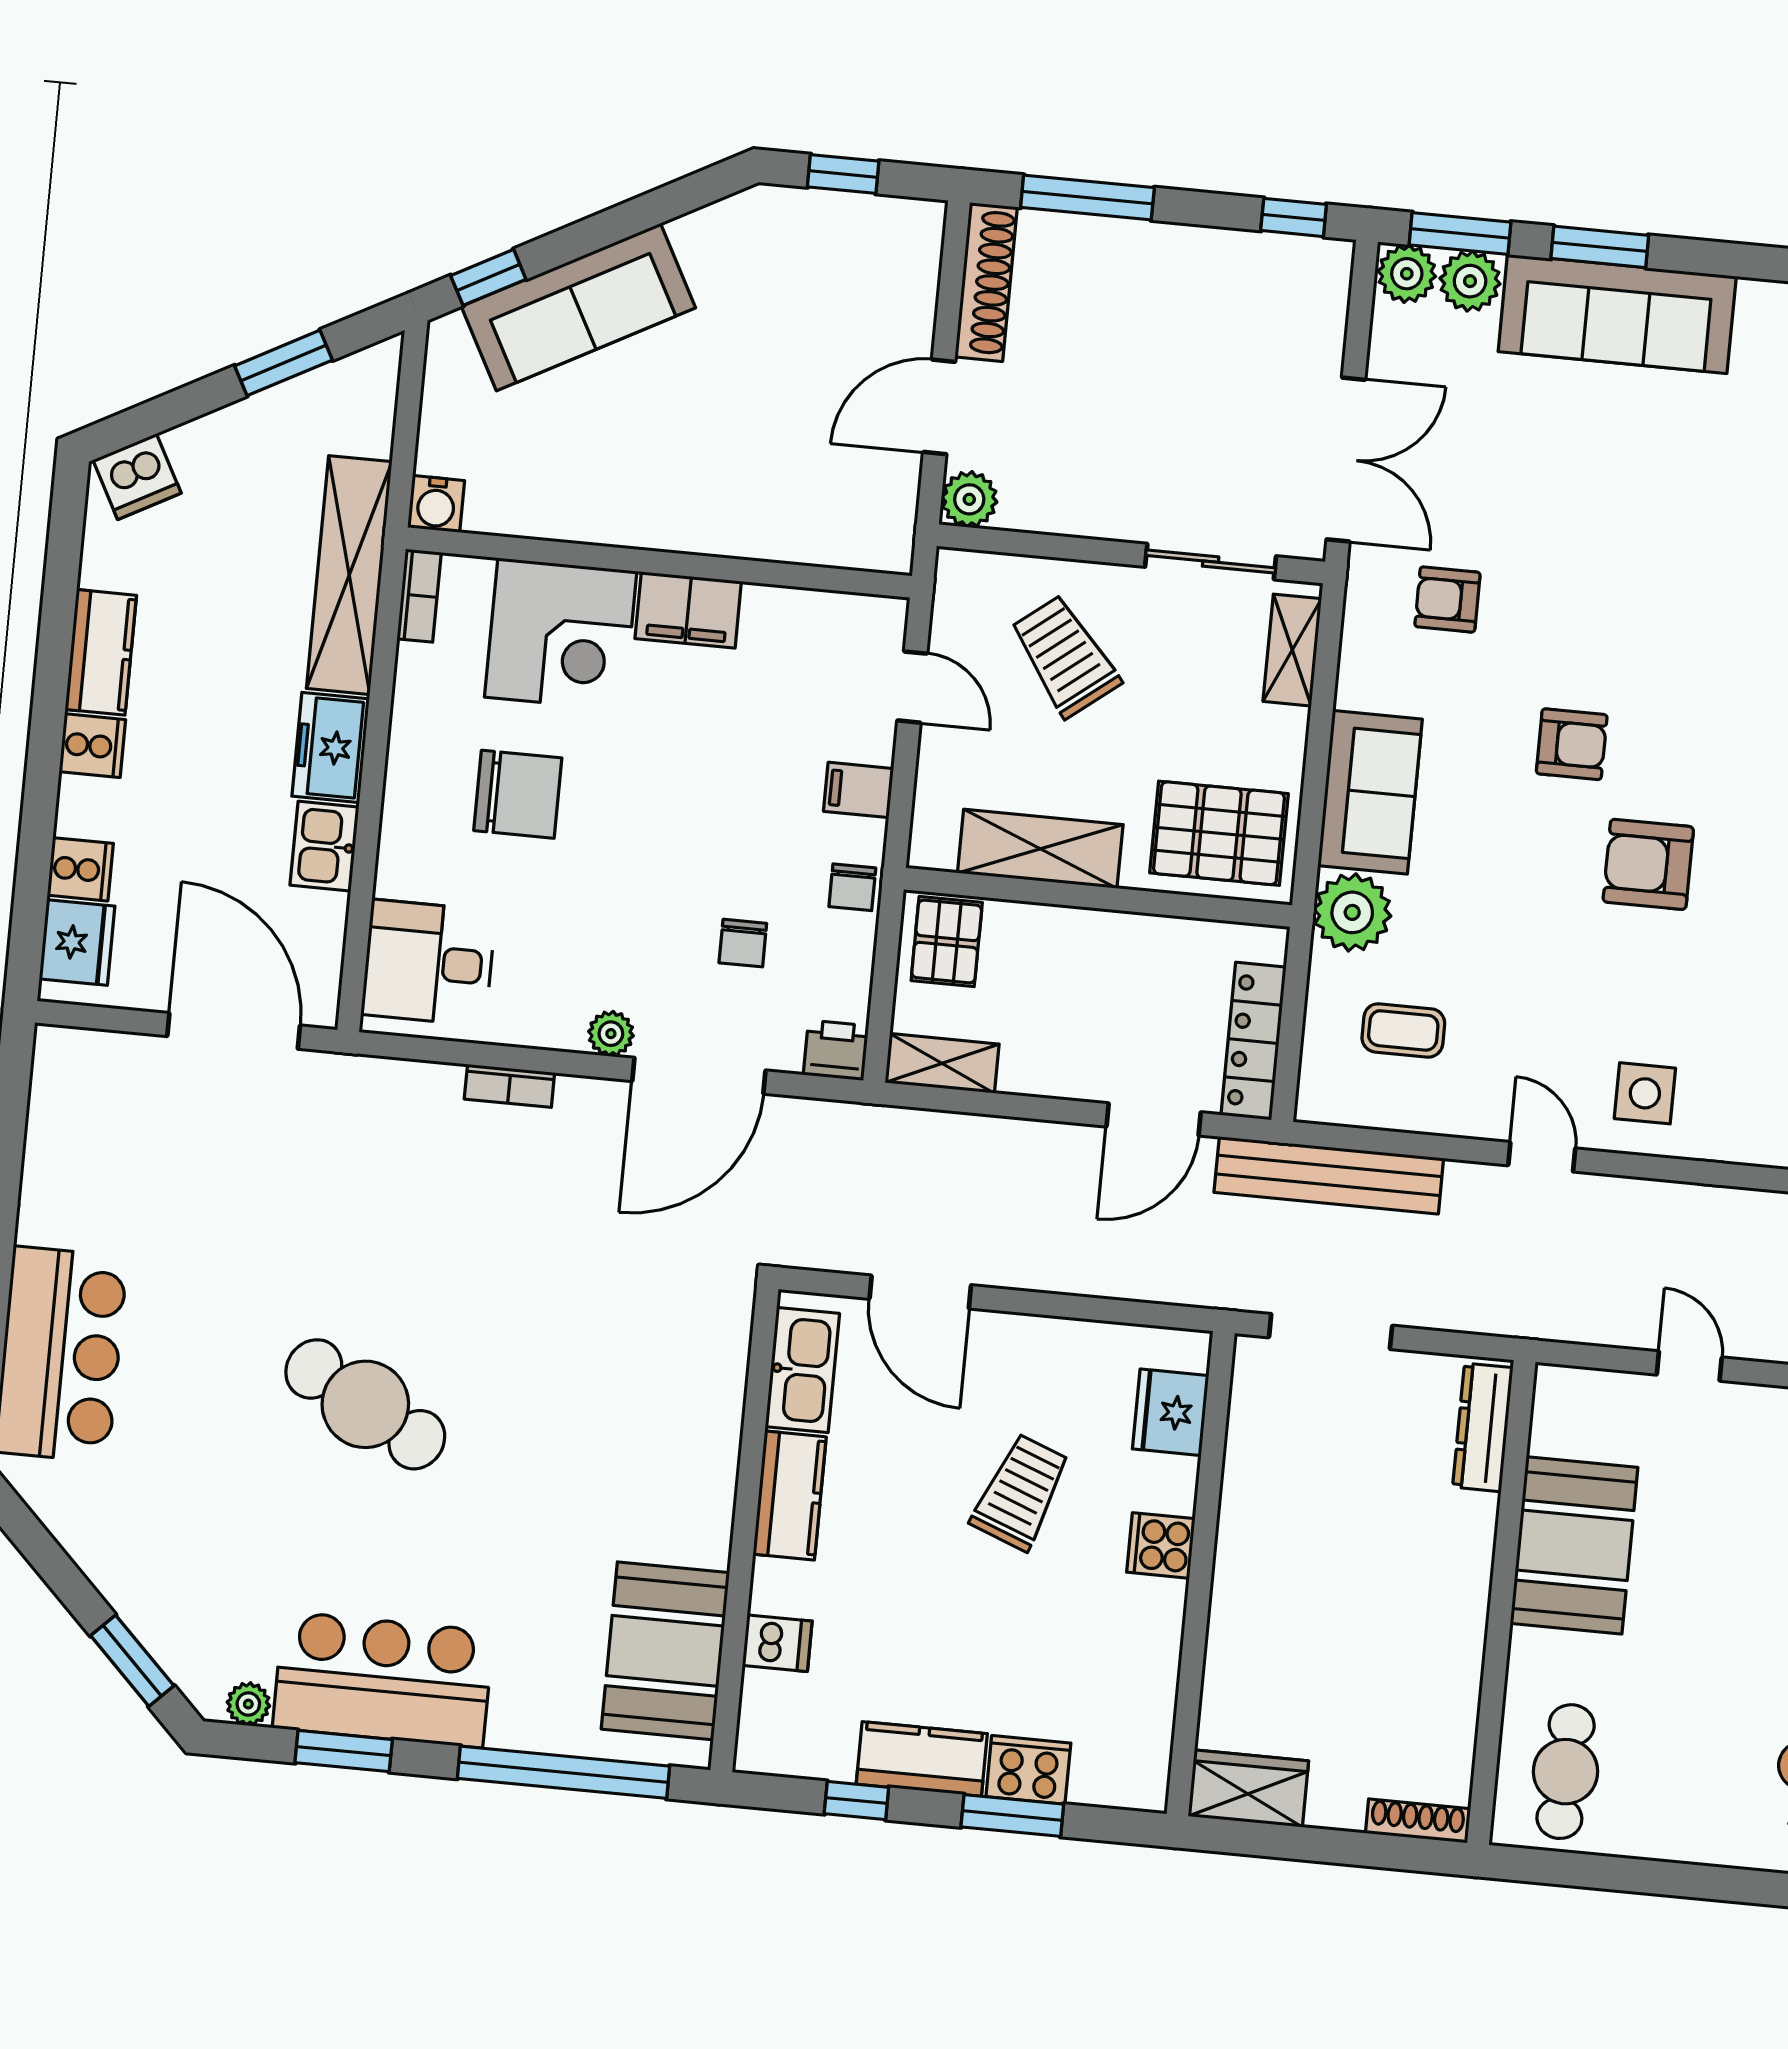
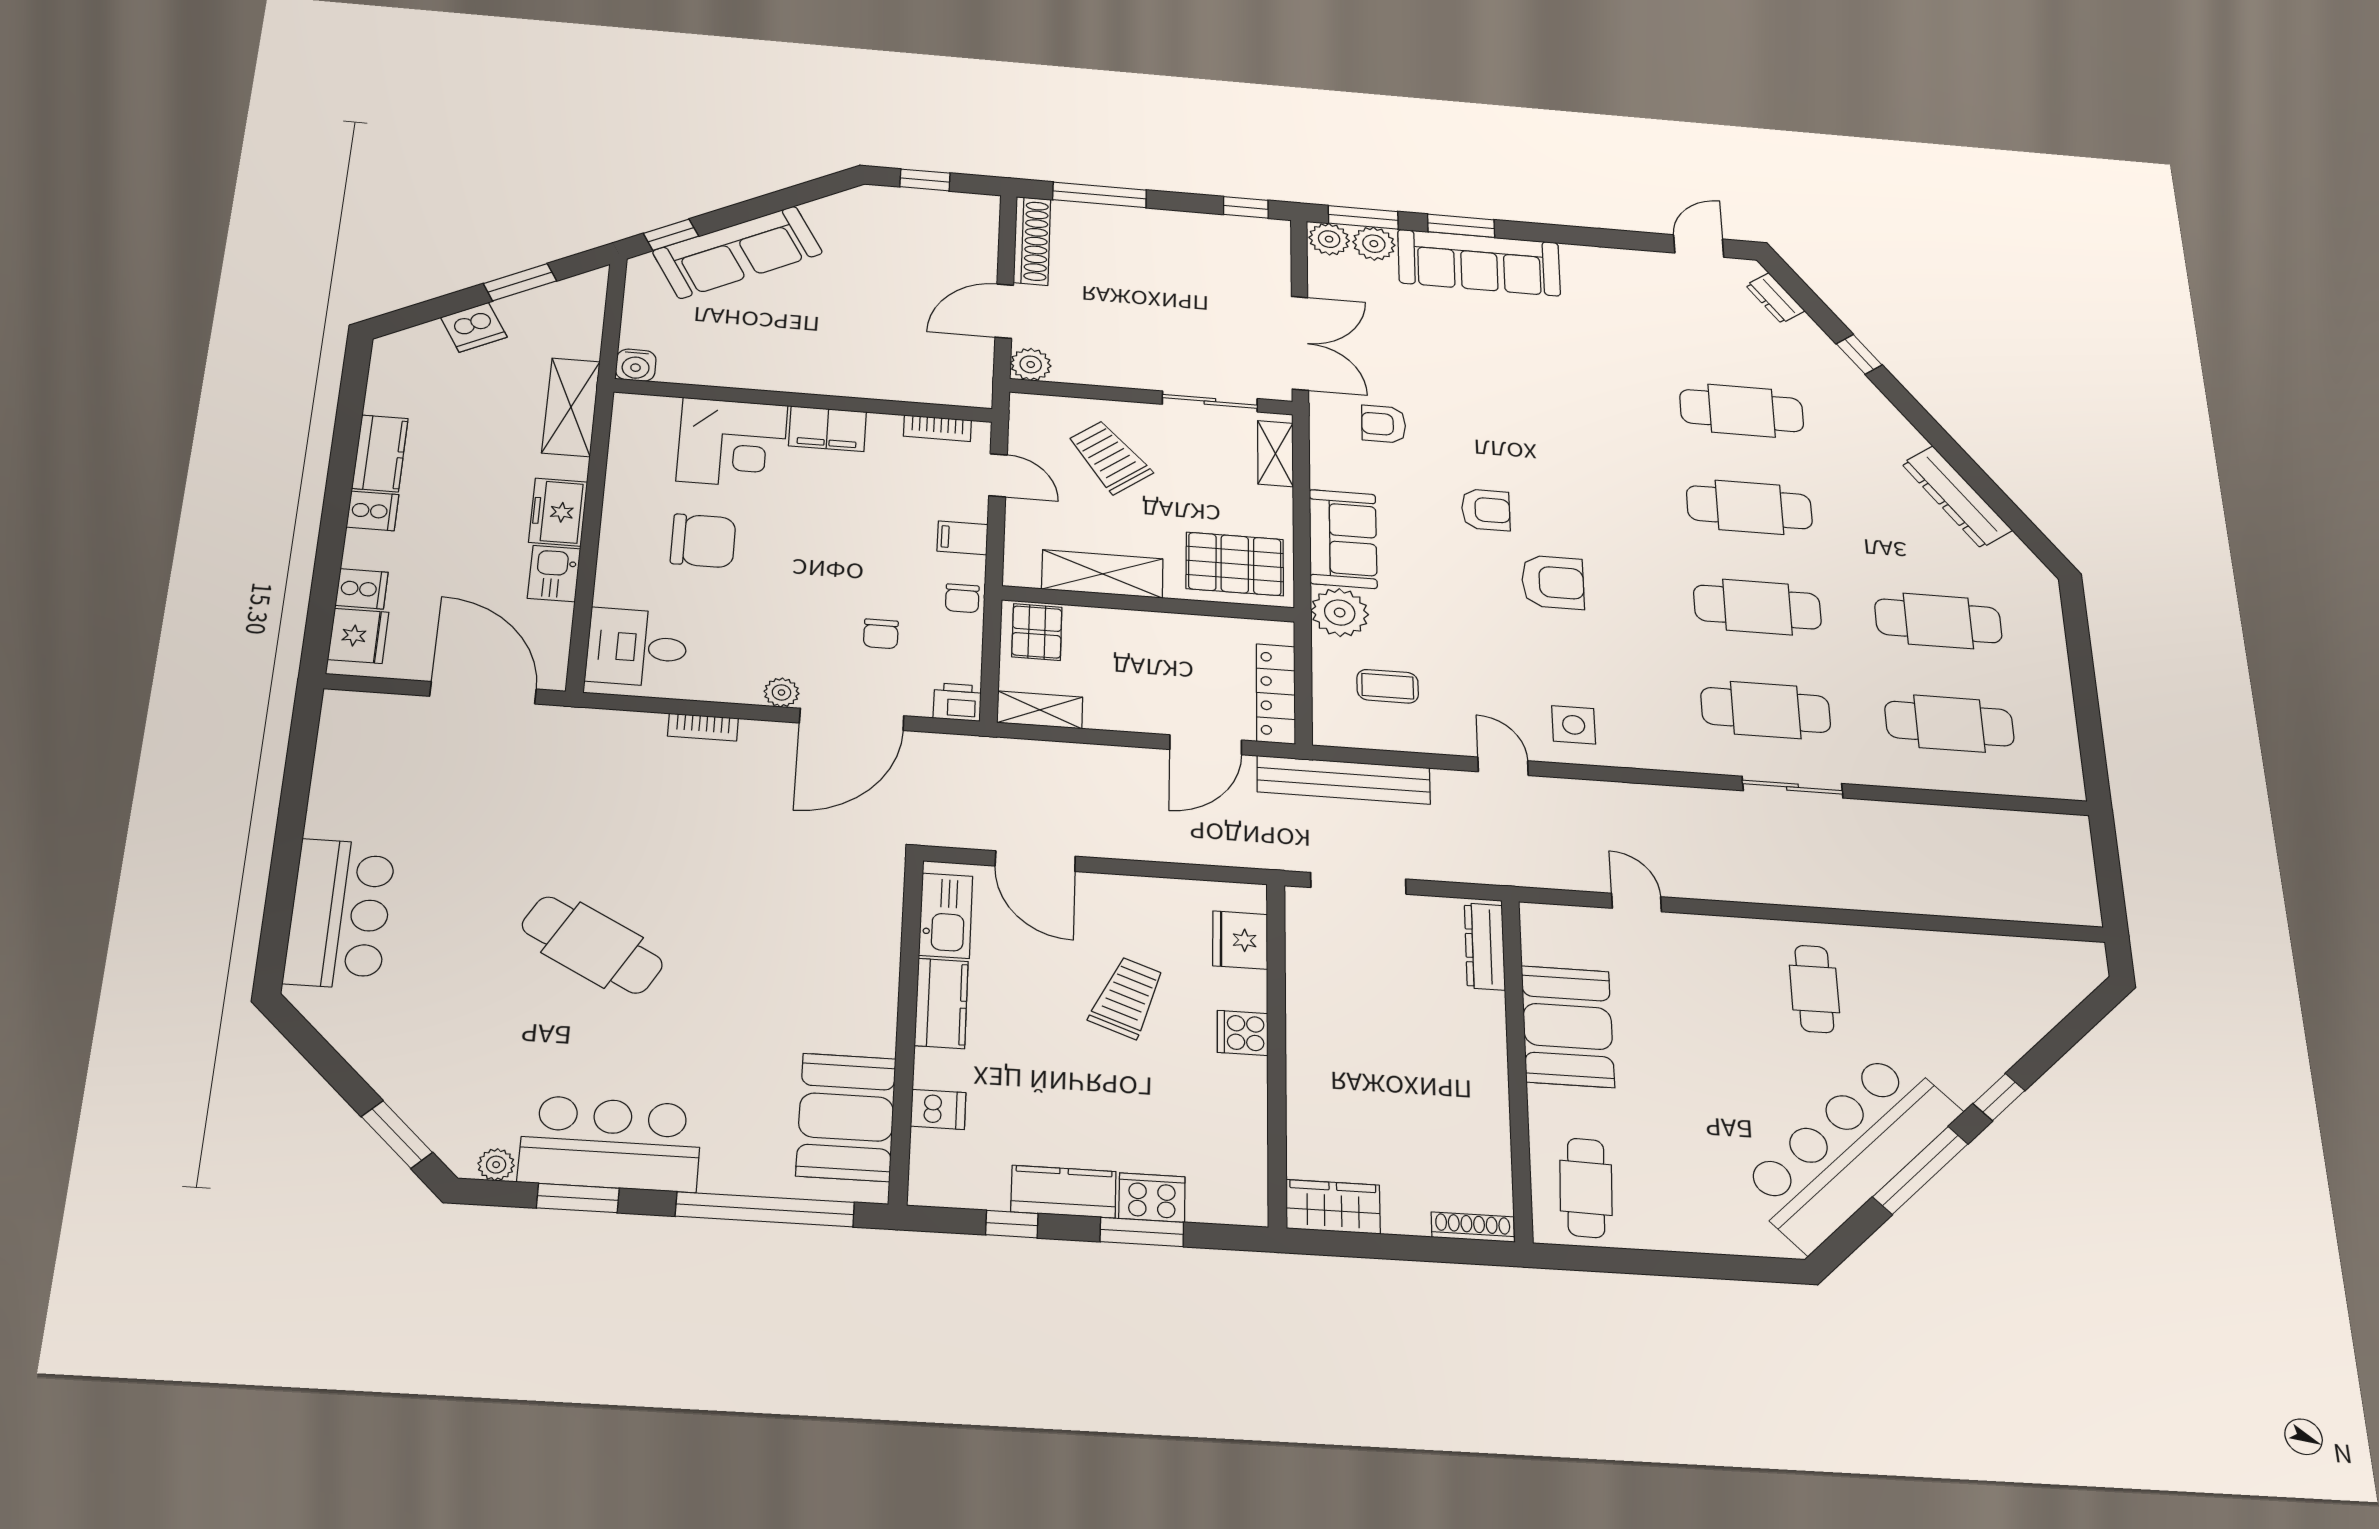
dishwasher: (137, 477) -> (474, 327), moved
shelving: (349, 575) -> (571, 407), width x0.68
bookcase: (419, 596) -> (937, 428), moved, turned 90
armchair: (1648, 864) -> (1553, 582), turned 180

